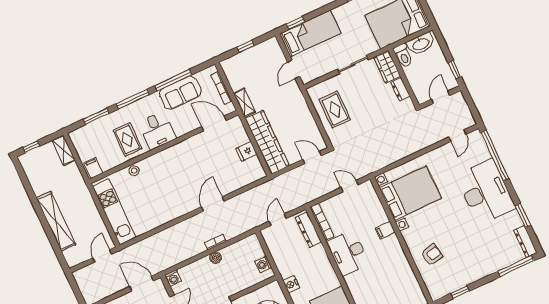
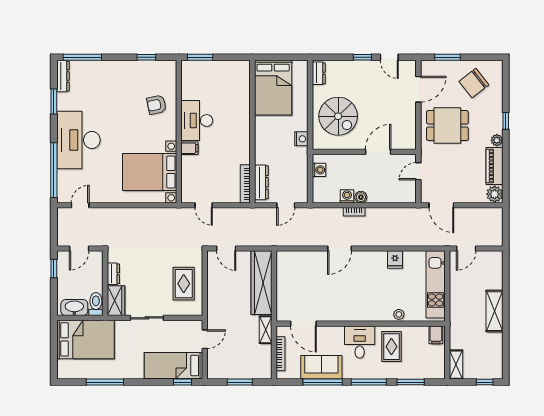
window: (246, 46) -> (240, 382), width x1.50
fridge: (246, 151) -> (395, 260), moved, turned 90
shelving: (56, 221) -> (494, 311), width x0.68
desk: (348, 253) -> (197, 121), moved, turned 180
washing machine: (173, 278) -> (347, 196), moved

